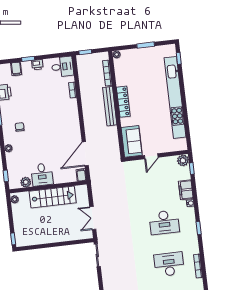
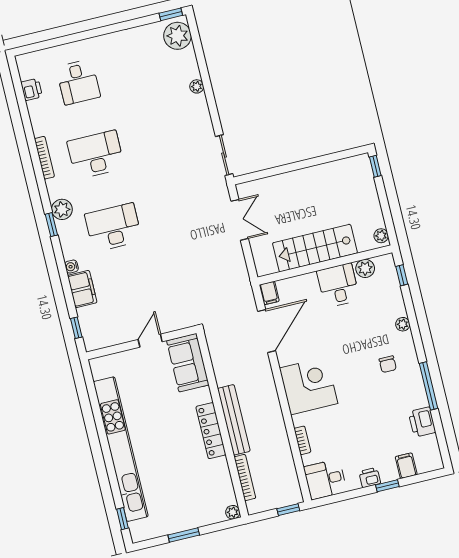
corner desk: (65, 120) -> (309, 386), added
plant: (183, 160) -> (62, 209), moved
desk: (169, 264) -> (96, 155), turned 180

